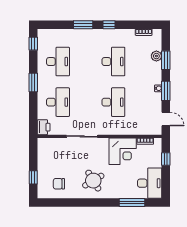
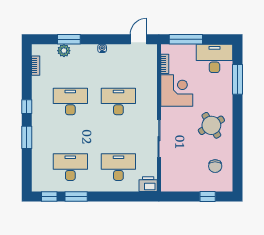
window: (33, 83) -> (76, 196), moved
window: (166, 91) -> (105, 39), removed
window: (166, 159) -> (186, 39), width x2.17

